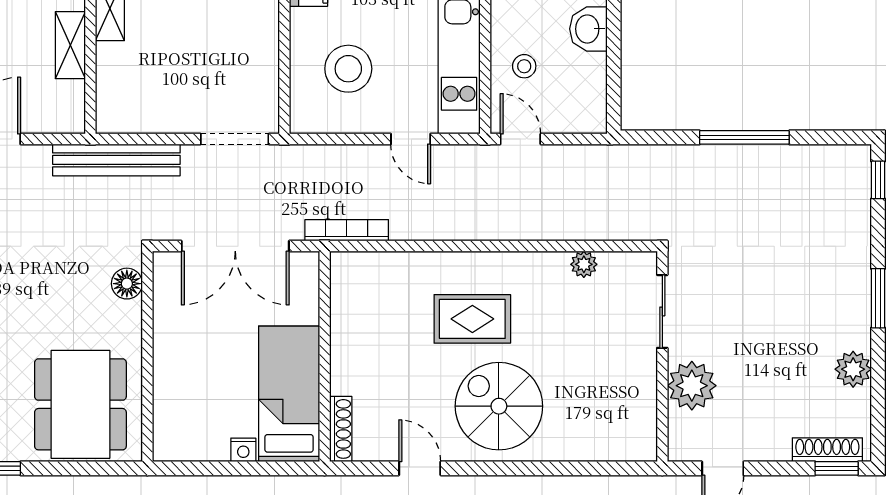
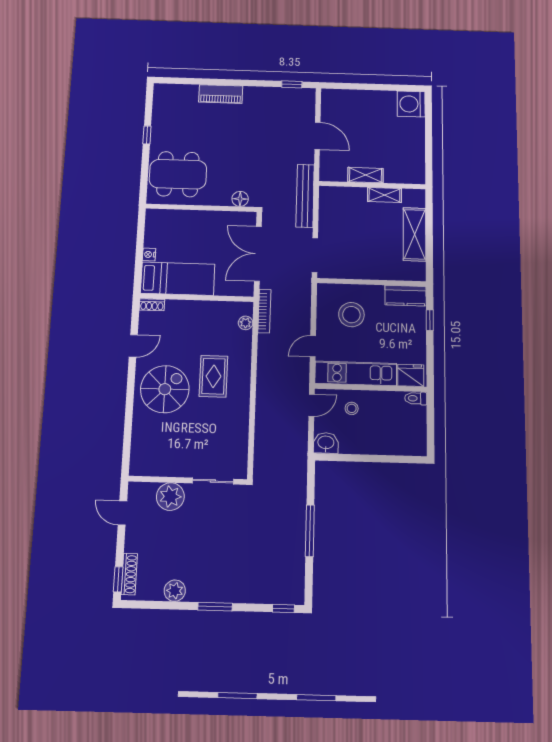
washbasin: (588, 29) -> (326, 443), moved
plant: (584, 264) -> (246, 323), moved
shoe rack: (341, 429) -> (152, 305), width x0.70

